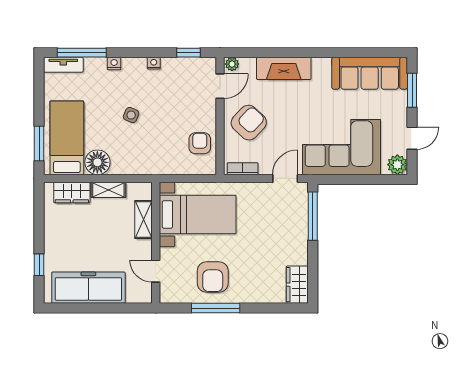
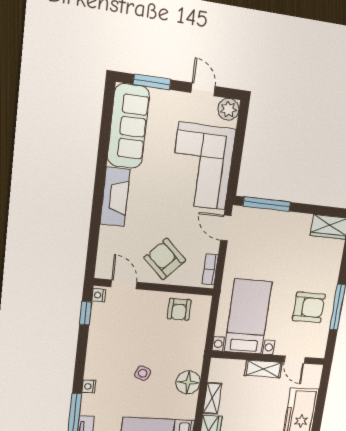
nightstand: (154, 63) -> (99, 295), moved
plant: (232, 64) -> (102, 270), removed
fireplace: (284, 68) -> (115, 197), moved
armchair: (200, 143) -> (179, 309), turned -90
floor lamp: (97, 162) -> (188, 382), moved
shelving: (143, 220) -> (263, 369), moved
door: (156, 271) -> (295, 360), hinge flipped

